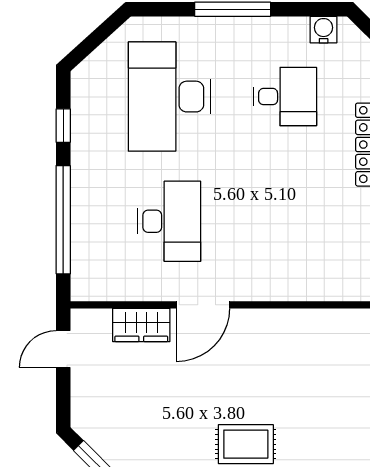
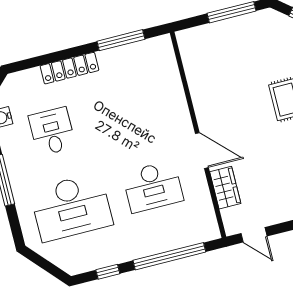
desk: (169, 221) -> (153, 187), turned 180

